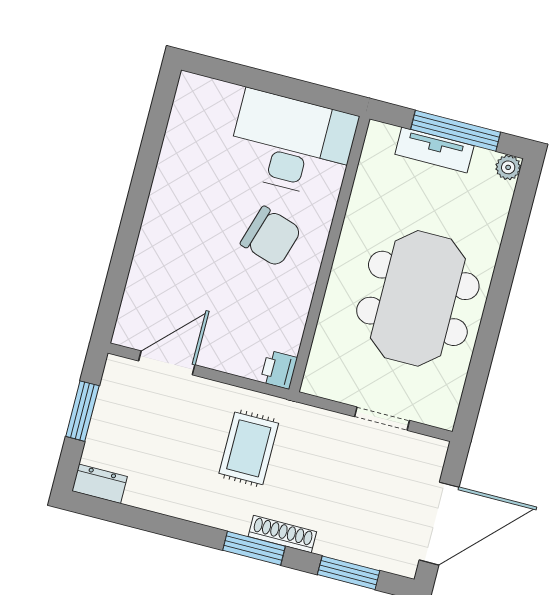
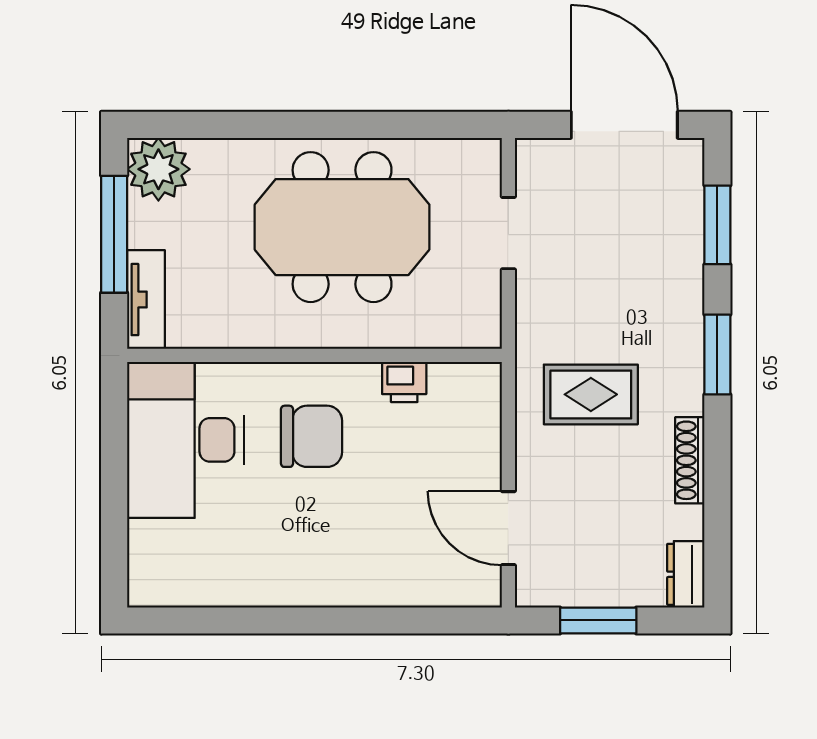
tv unit: (434, 150) -> (146, 300), moved
plant: (508, 167) -> (158, 169), width x1.87, depth x1.87
chair: (271, 237) -> (311, 436), turned 73
printer: (279, 370) -> (404, 382), moved
shoe rack: (282, 534) -> (690, 460), moved

